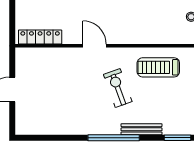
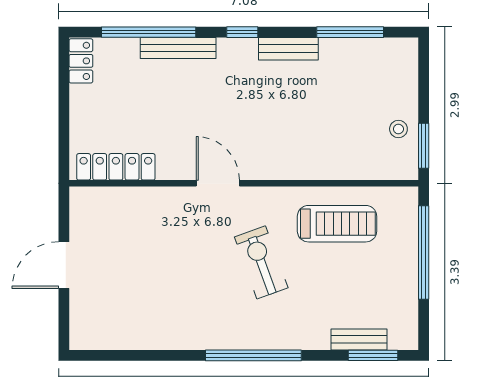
treadmill: (158, 67) -> (337, 224), turned 180
bench: (142, 129) -> (359, 340), moved, width x0.73

